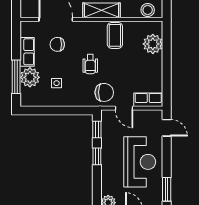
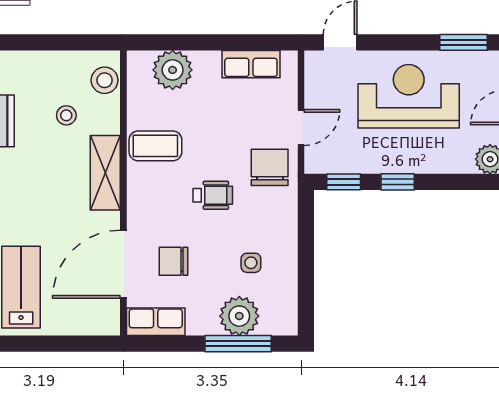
chair: (57, 44) -> (173, 261), turned 90
row of seats: (27, 52) -> (156, 322), moved
row of seats: (148, 100) -> (251, 64), moved, turned -90

